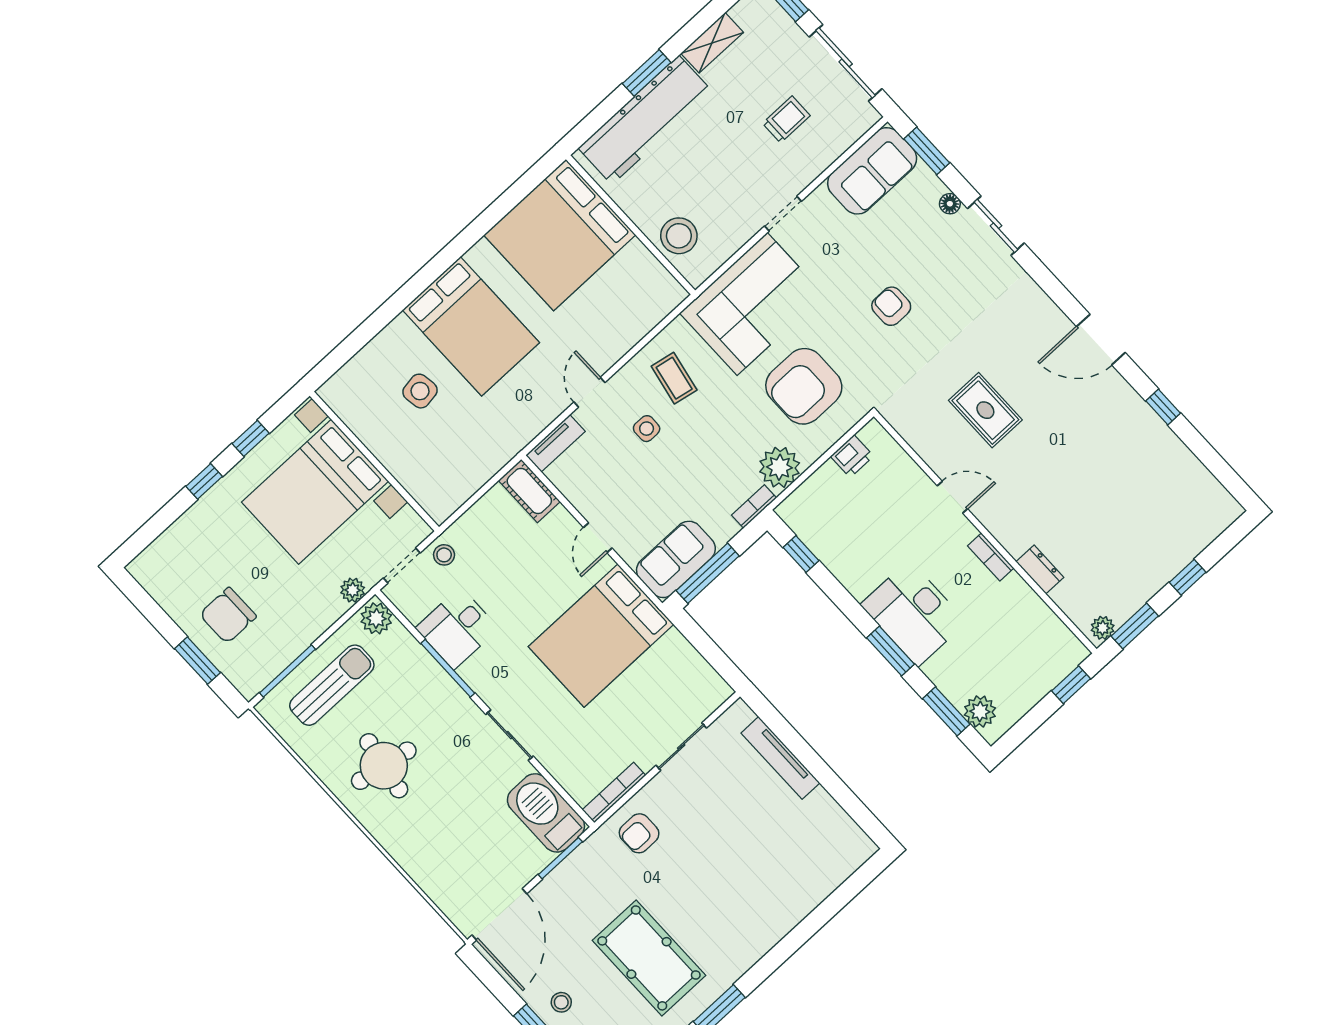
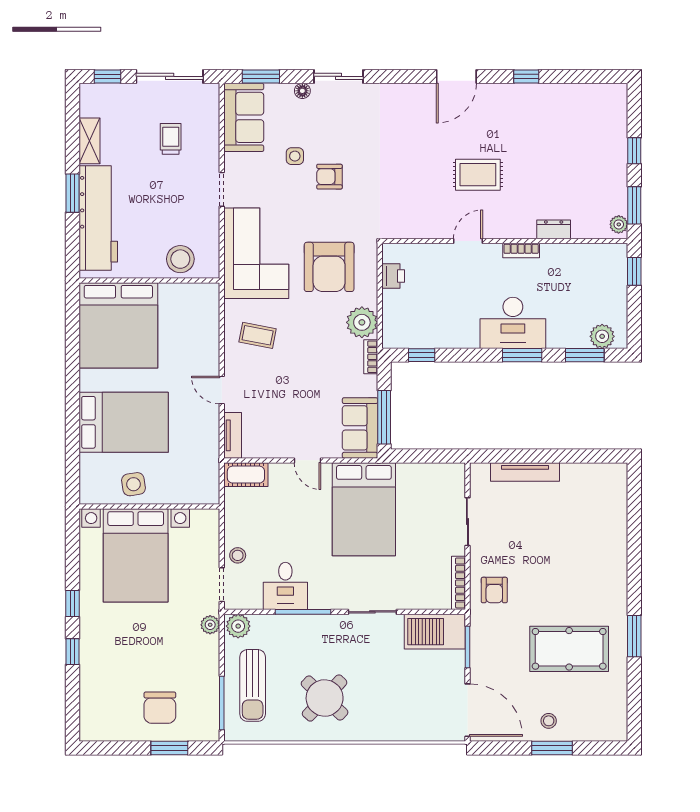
rug: (985, 410) -> (478, 175), moved
side table: (647, 429) -> (295, 156), moved
wall: (374, 461) -> (149, 507), moved
bed with nightstands: (315, 492) -> (136, 555), moved
sun lounger: (332, 685) -> (253, 685), turned 180
round table: (384, 766) -> (325, 698), turned 33

